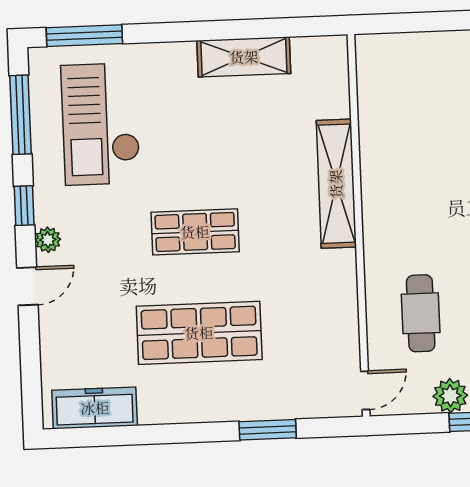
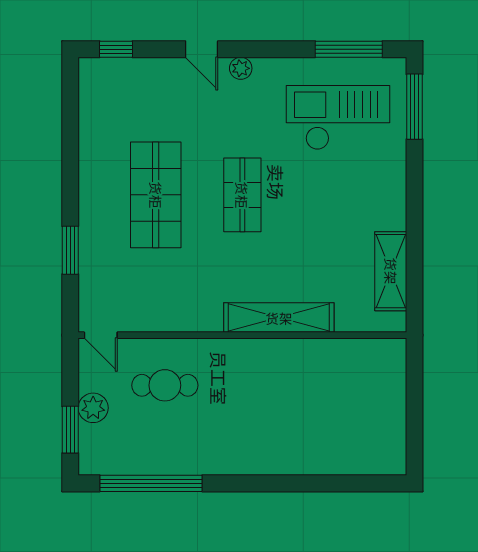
shelving: (244, 57) -> (391, 271), moved
window: (24, 206) -> (116, 49), moved
freezer: (95, 408) -> (95, 103), removed

